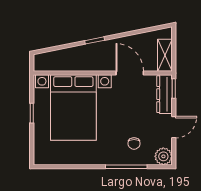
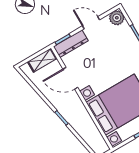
door: (130, 73) -> (70, 78), hinge flipped
chair: (134, 143) -> (120, 45), removed

